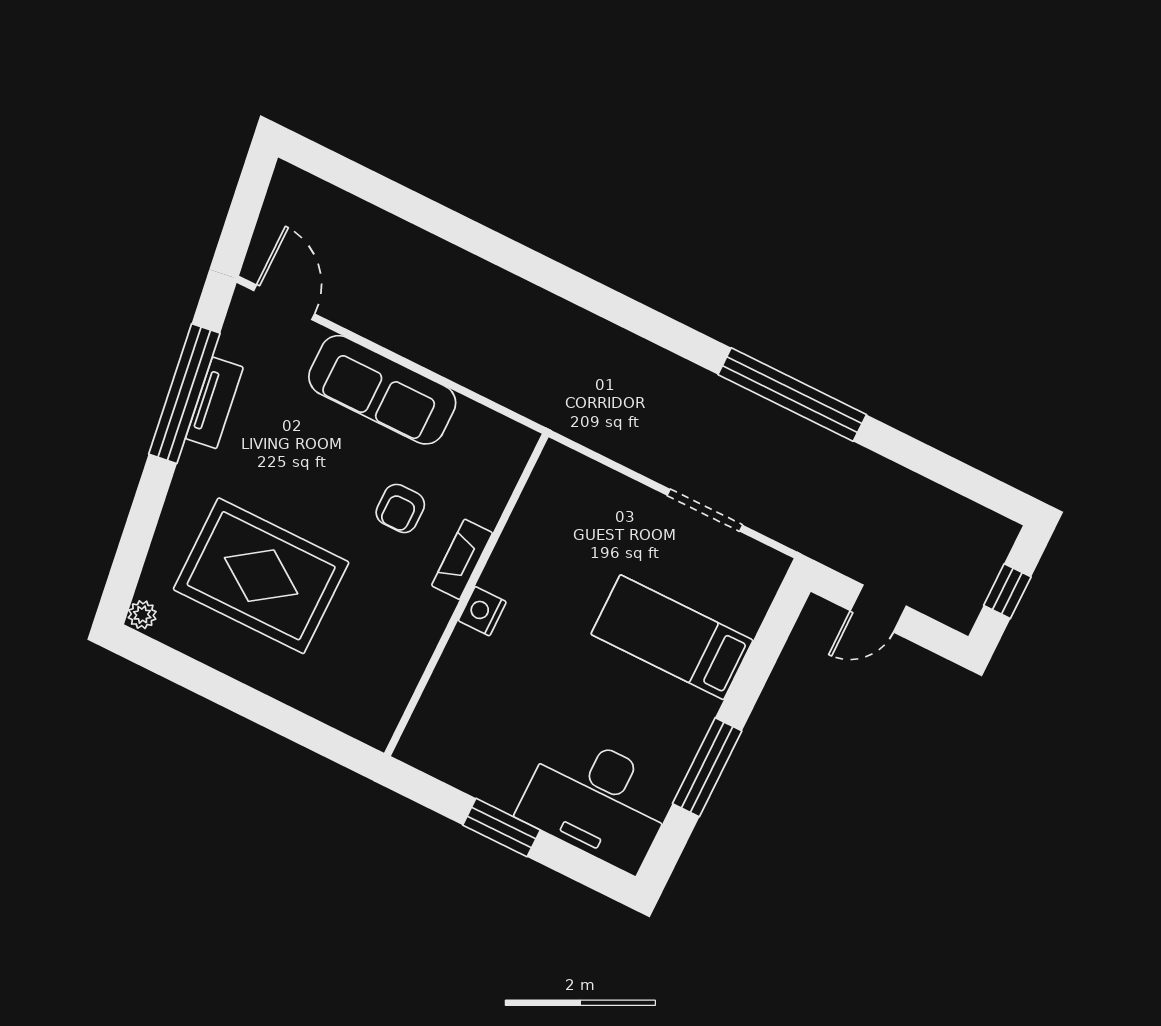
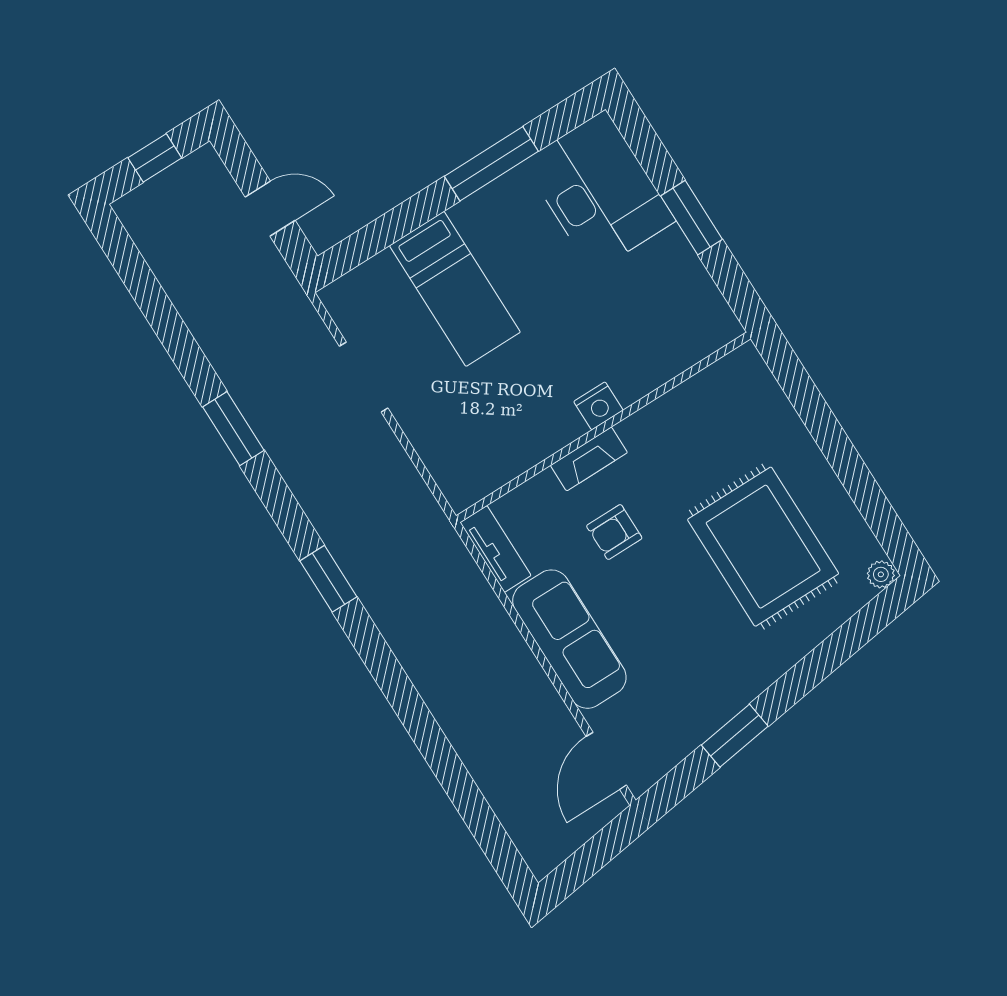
window: (627, 313) -> (328, 579), added
window: (184, 394) -> (735, 736), width x0.47
window: (792, 395) -> (233, 429), width x0.47
tv unit: (214, 403) -> (495, 549), moved, turned 98
armchair: (400, 508) -> (614, 532), turned 180

